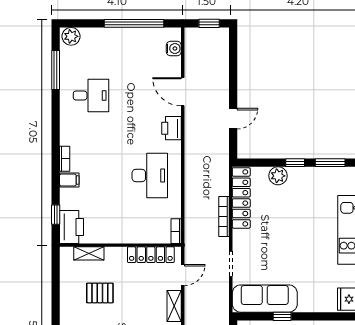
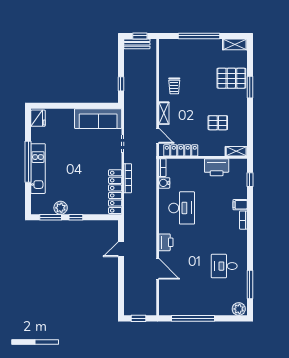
water cooler: (174, 48) -> (164, 183), moved
desk: (150, 175) -> (182, 208), turned 180
plant: (278, 176) -> (61, 208), moved
printer: (71, 227) -> (217, 167), moved, turned -90
shelving: (89, 253) -> (236, 151), moved
door: (183, 275) -> (158, 136), swing flipped
window: (282, 316) -> (85, 106), removed

